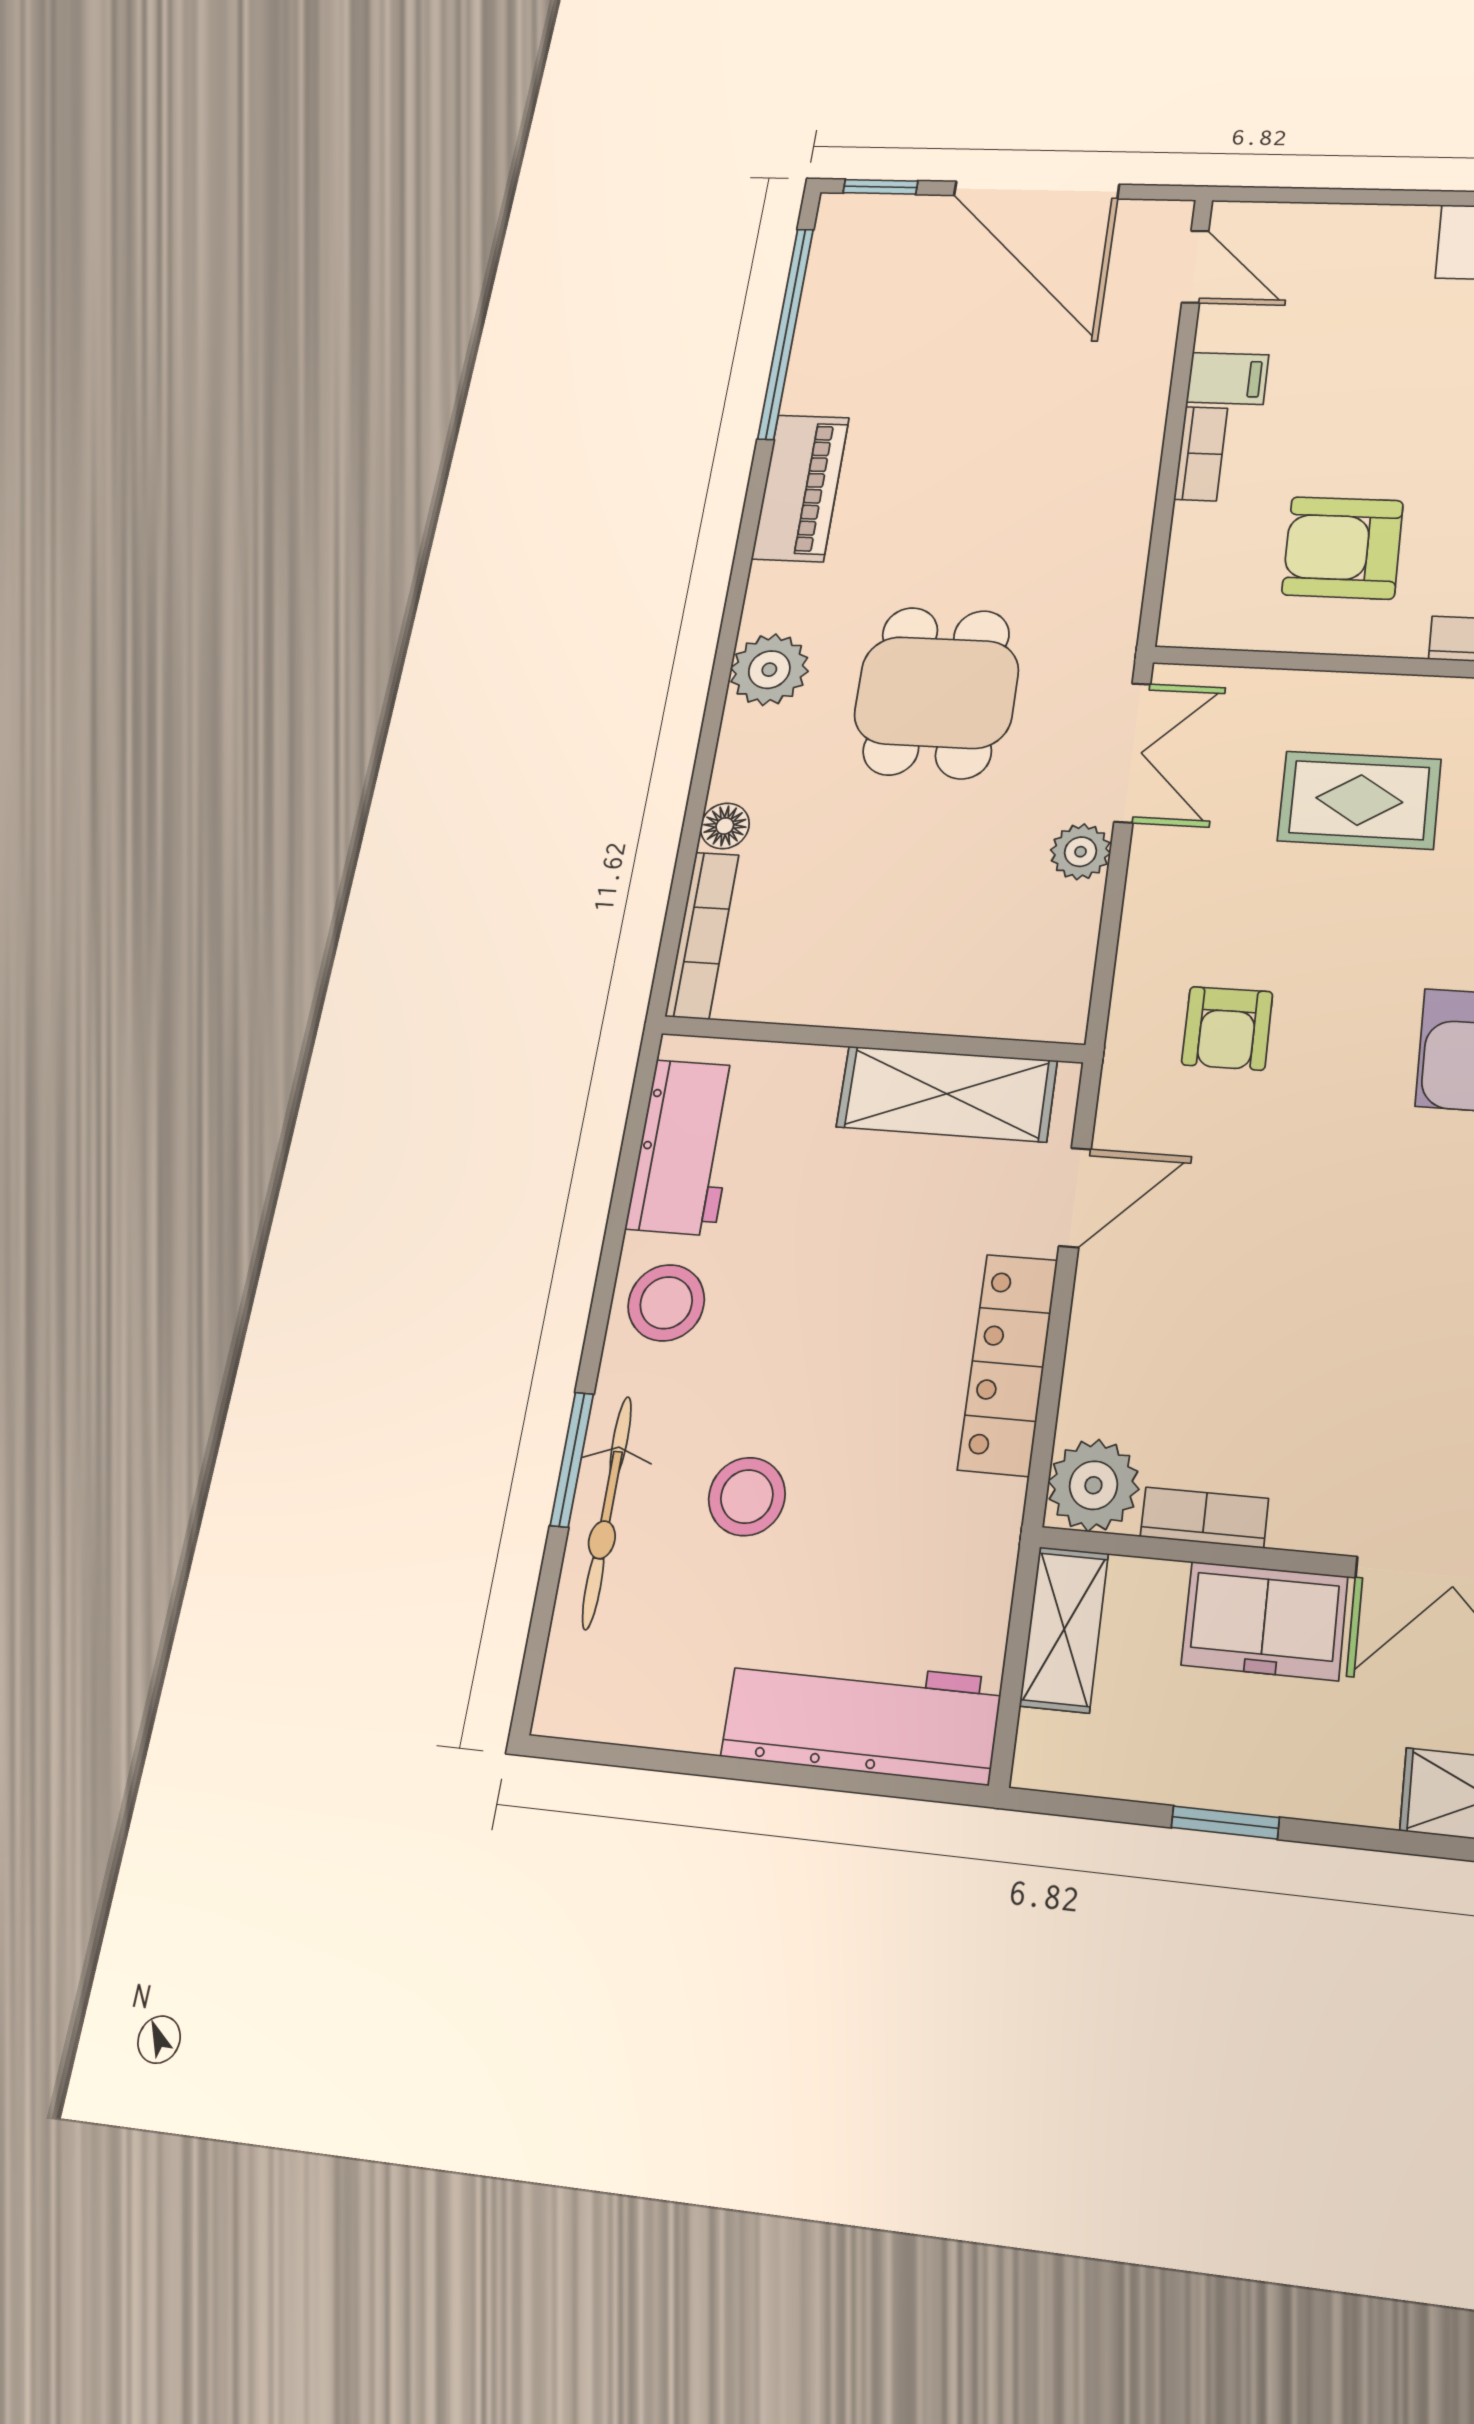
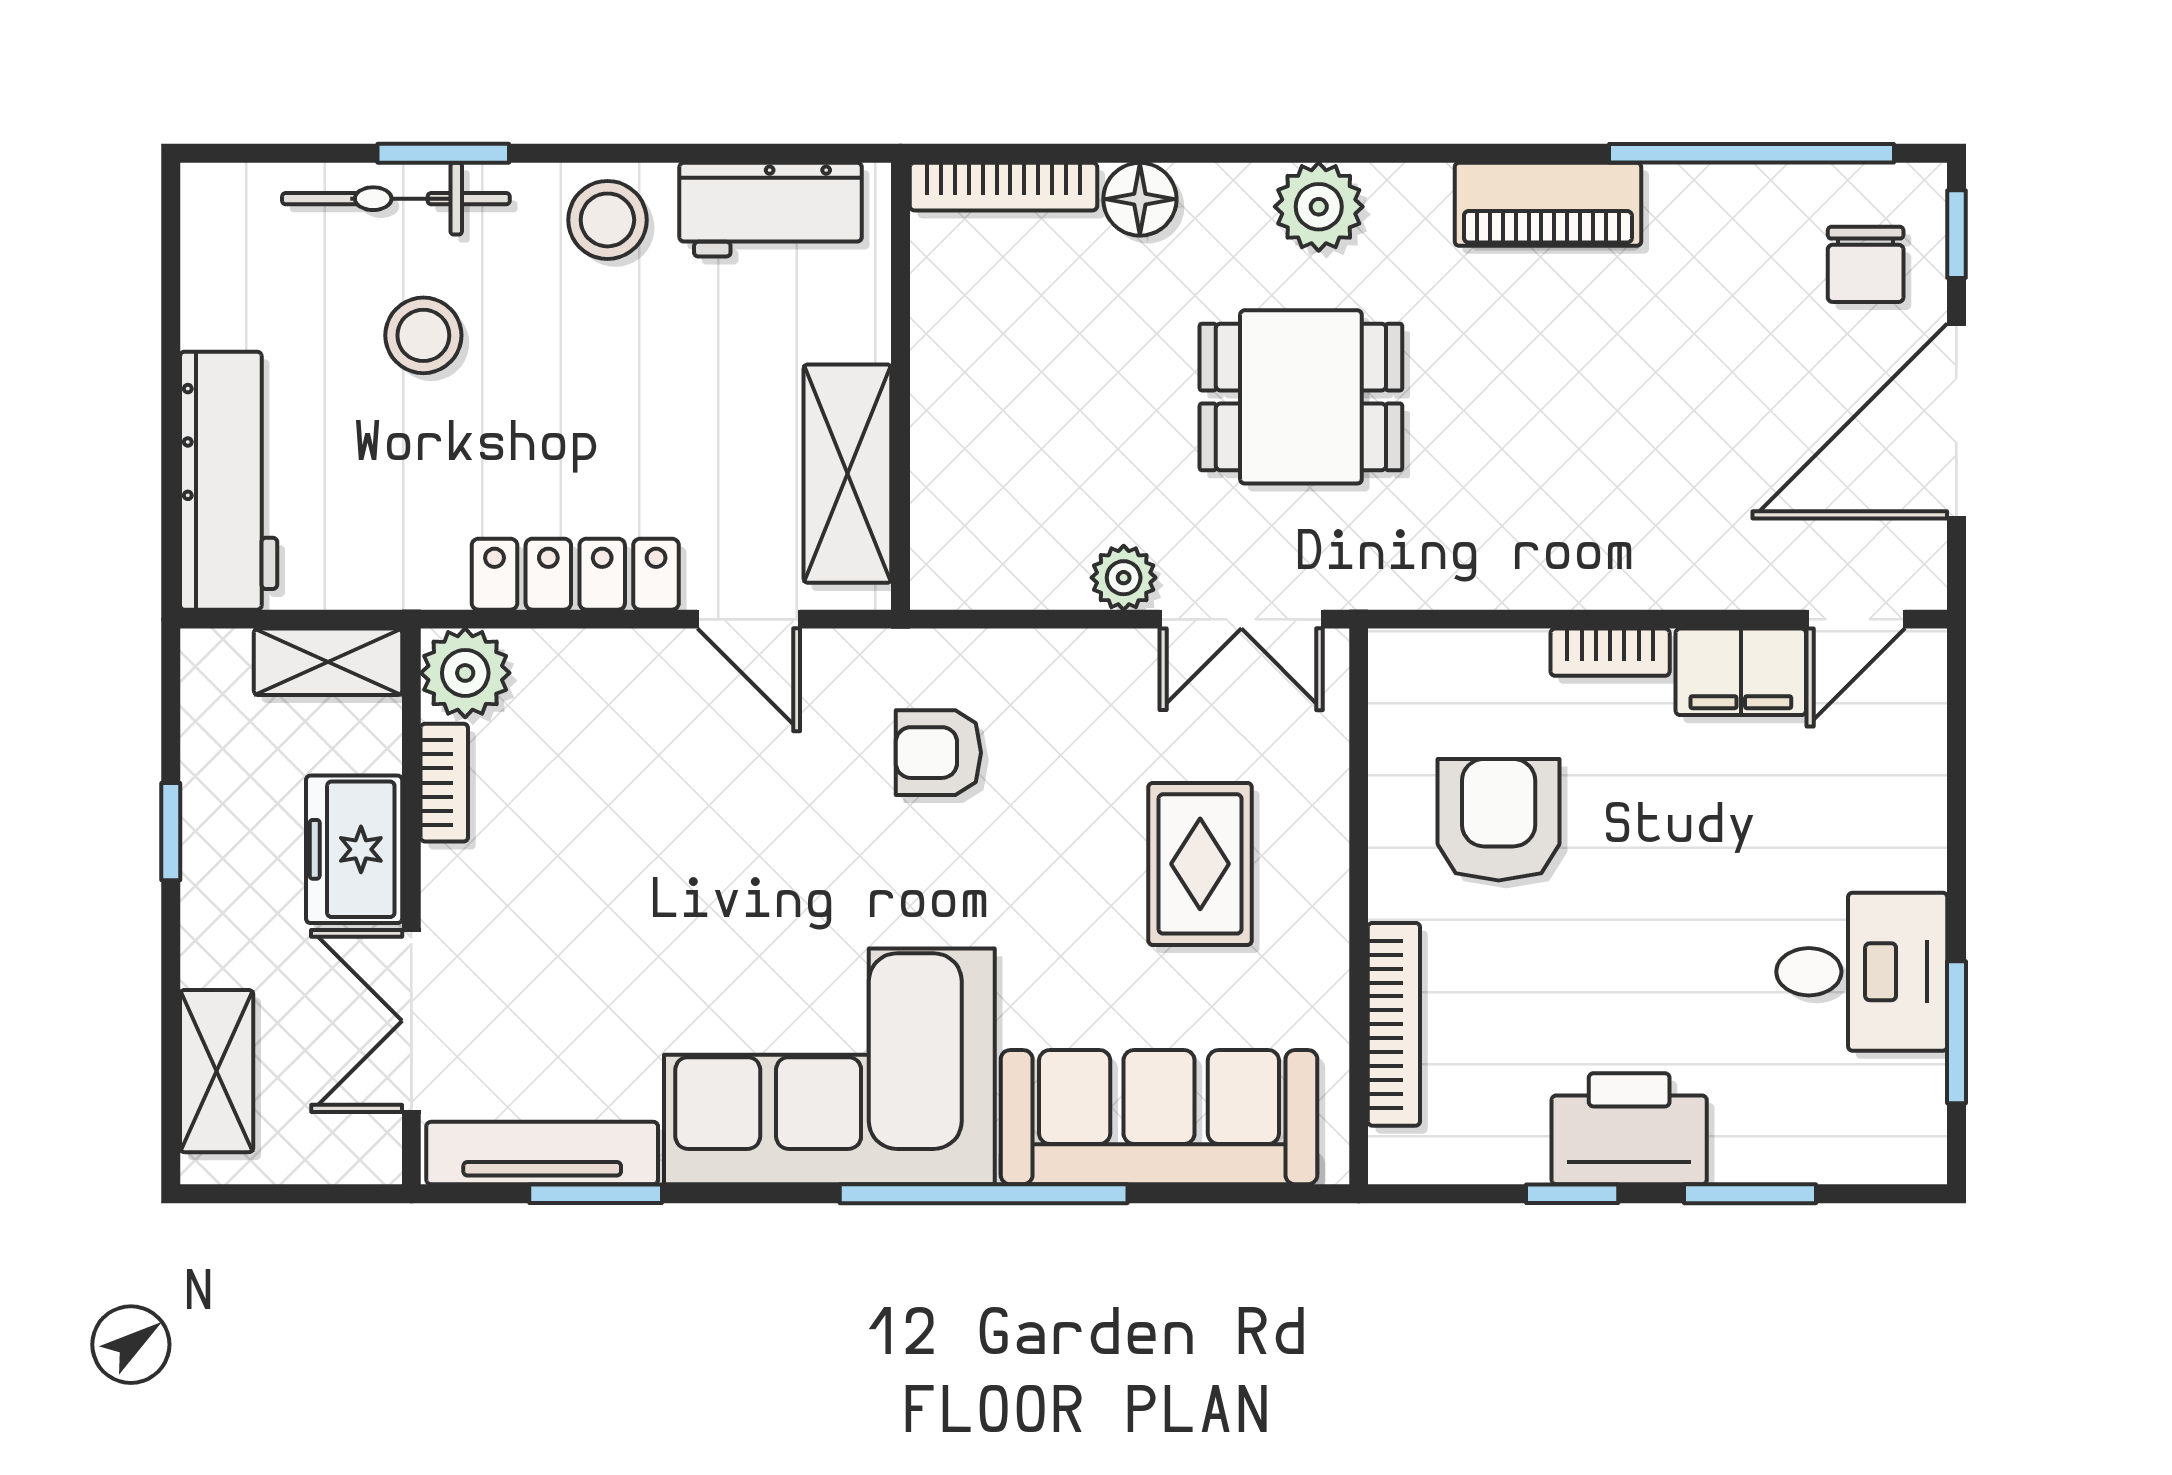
chair: (894, 252) -> (1866, 264), added
filing cabinet: (1228, 378) -> (1741, 672), width x2.00
floor lamp: (725, 826) -> (1140, 199), width x1.37, depth x1.37

